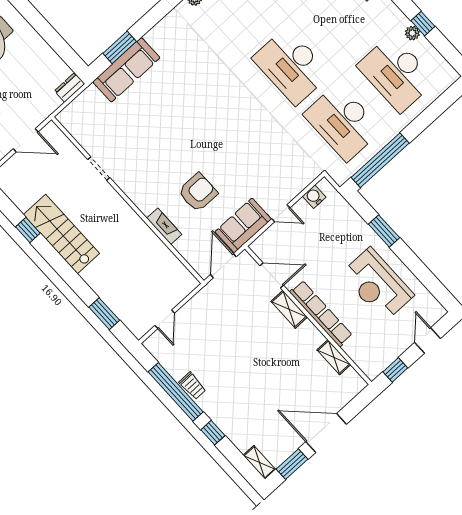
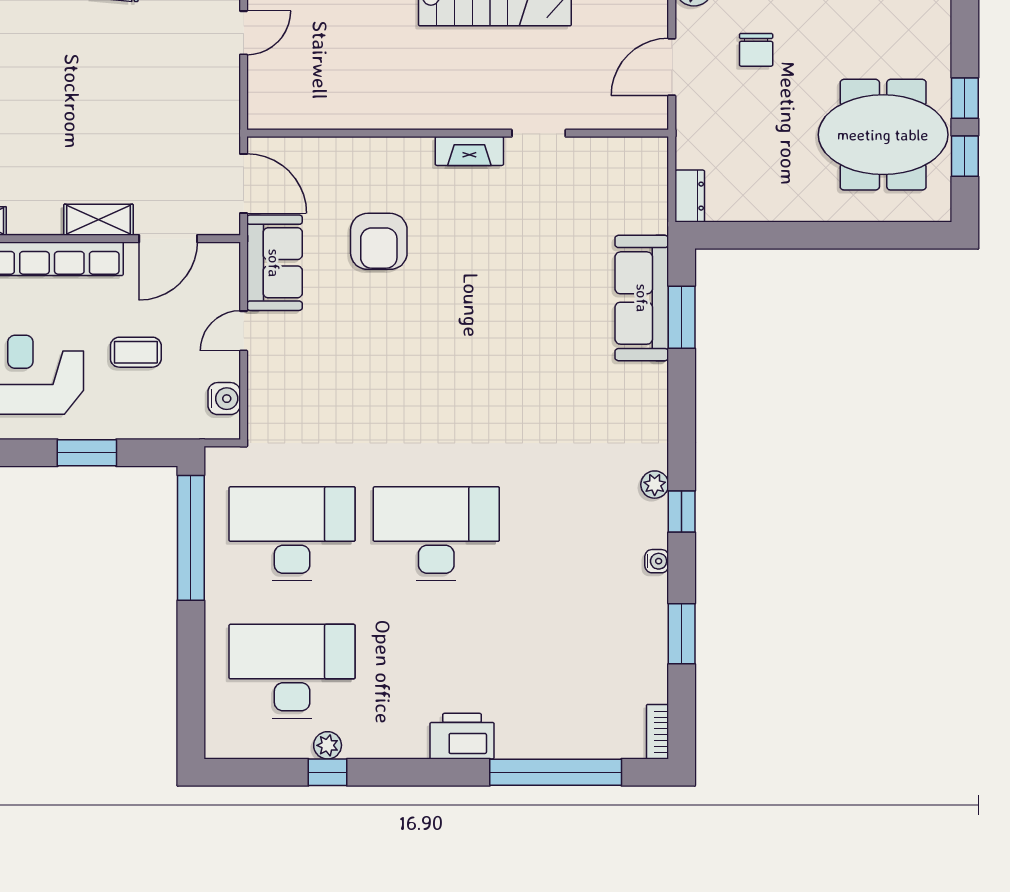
fireplace: (164, 226) -> (469, 151), moved
coffee table: (327, 248) -> (136, 352), added
door: (165, 319) -> (244, 33), swing flipped

